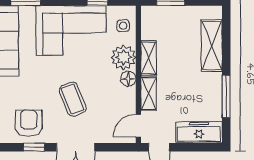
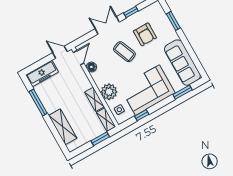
floor lamp: (128, 79) -> (91, 67), moved
shelving: (148, 94) -> (106, 120), moved
armchair: (29, 123) -> (145, 34), moved

